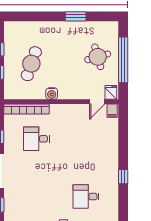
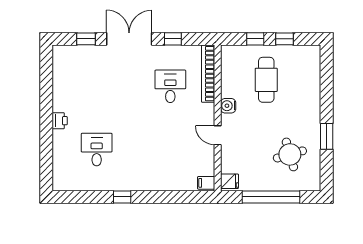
round table: (98, 57) -> (290, 154), moved
cafe table: (31, 64) -> (266, 80), turned 71
door: (97, 102) -> (218, 135), moved

